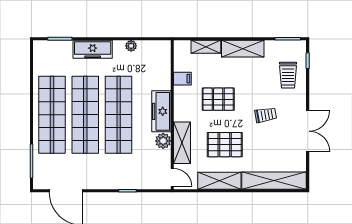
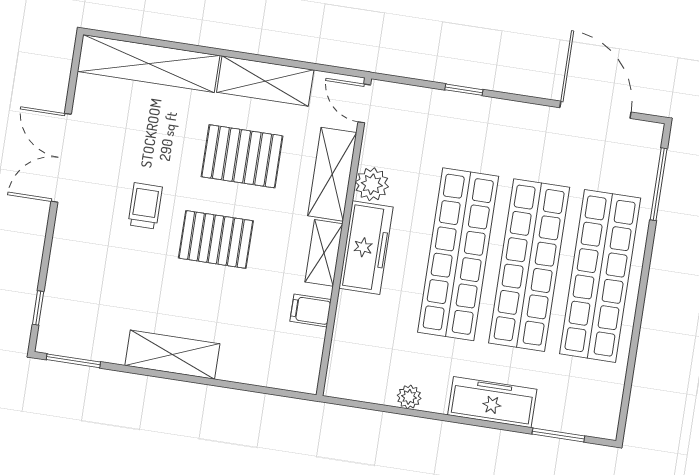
shelving: (206, 47) -> (324, 253), moved, turned 90
trolley: (288, 75) -> (84, 284), removed
pallet: (218, 99) -> (216, 239), moved
trolley: (266, 115) -> (145, 206), turned 100

